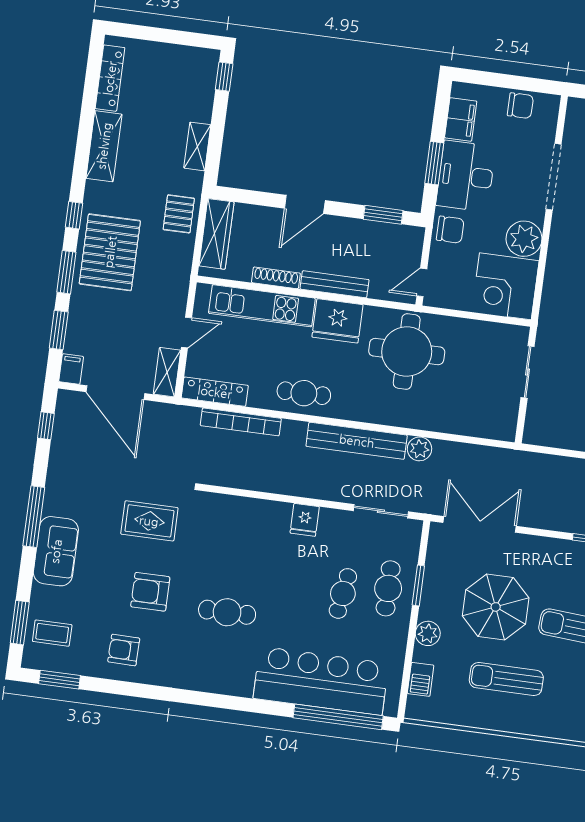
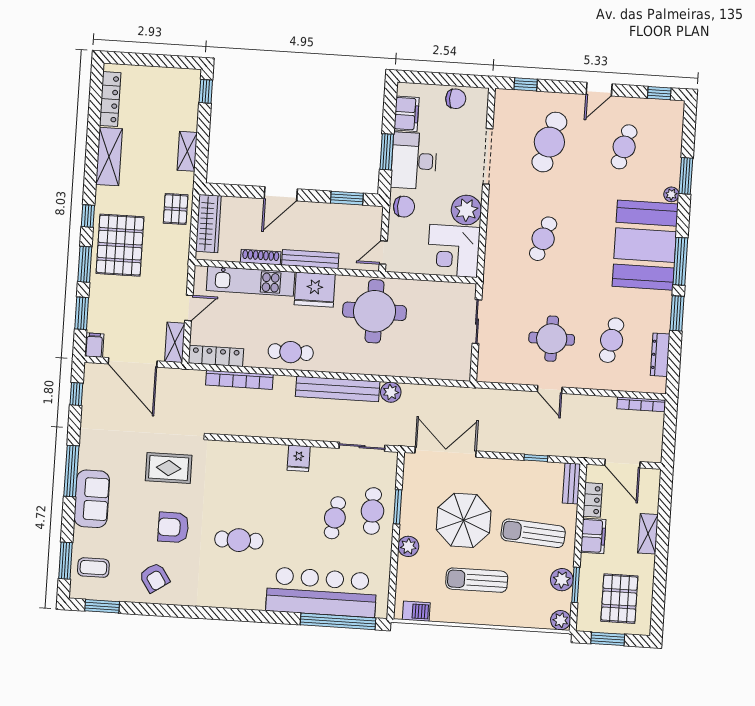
armchair: (124, 650) -> (154, 578), turned -125
barbecue: (421, 679) -> (416, 611), moved, turned -90

